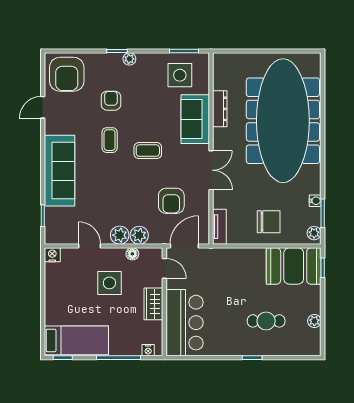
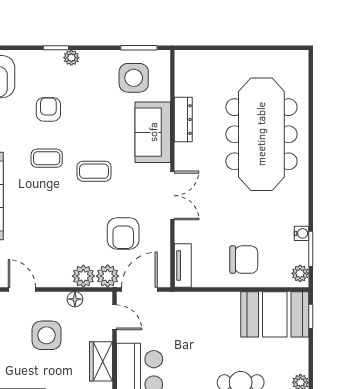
meeting table: (283, 121) -> (261, 134), width x0.73, depth x0.79
coffee table: (110, 140) -> (47, 158), turned 90
plant: (120, 235) -> (108, 276), moved

